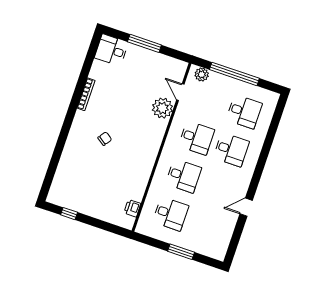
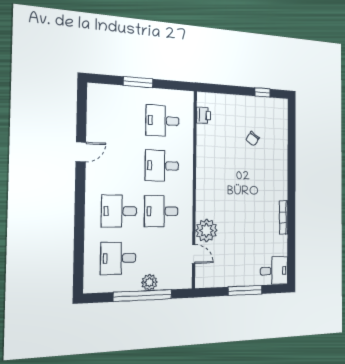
plant: (202, 74) -> (149, 282), moved
chair: (105, 139) -> (253, 139), moved

